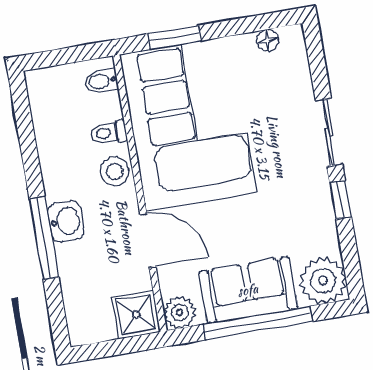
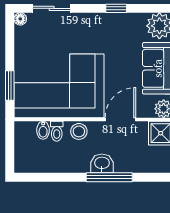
floor lamp: (267, 40) -> (20, 19), moved
bidet: (101, 81) -> (43, 130), moved
sliding door: (329, 132) -> (52, 8), moved

